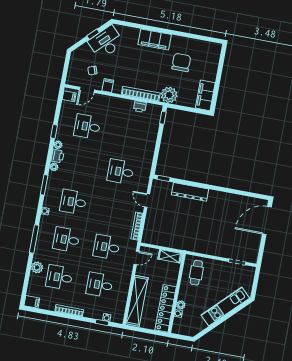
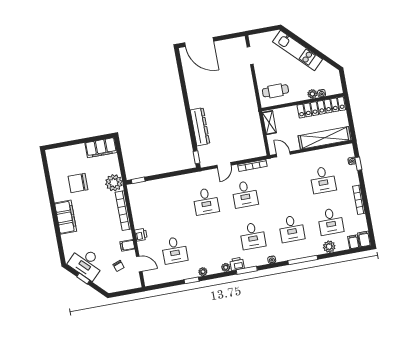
filing cabinet: (69, 96) -> (354, 242), moved
printer: (140, 107) -> (141, 235), moved
printer: (57, 156) -> (237, 264), moved
desk: (107, 247) -> (245, 194), moved

